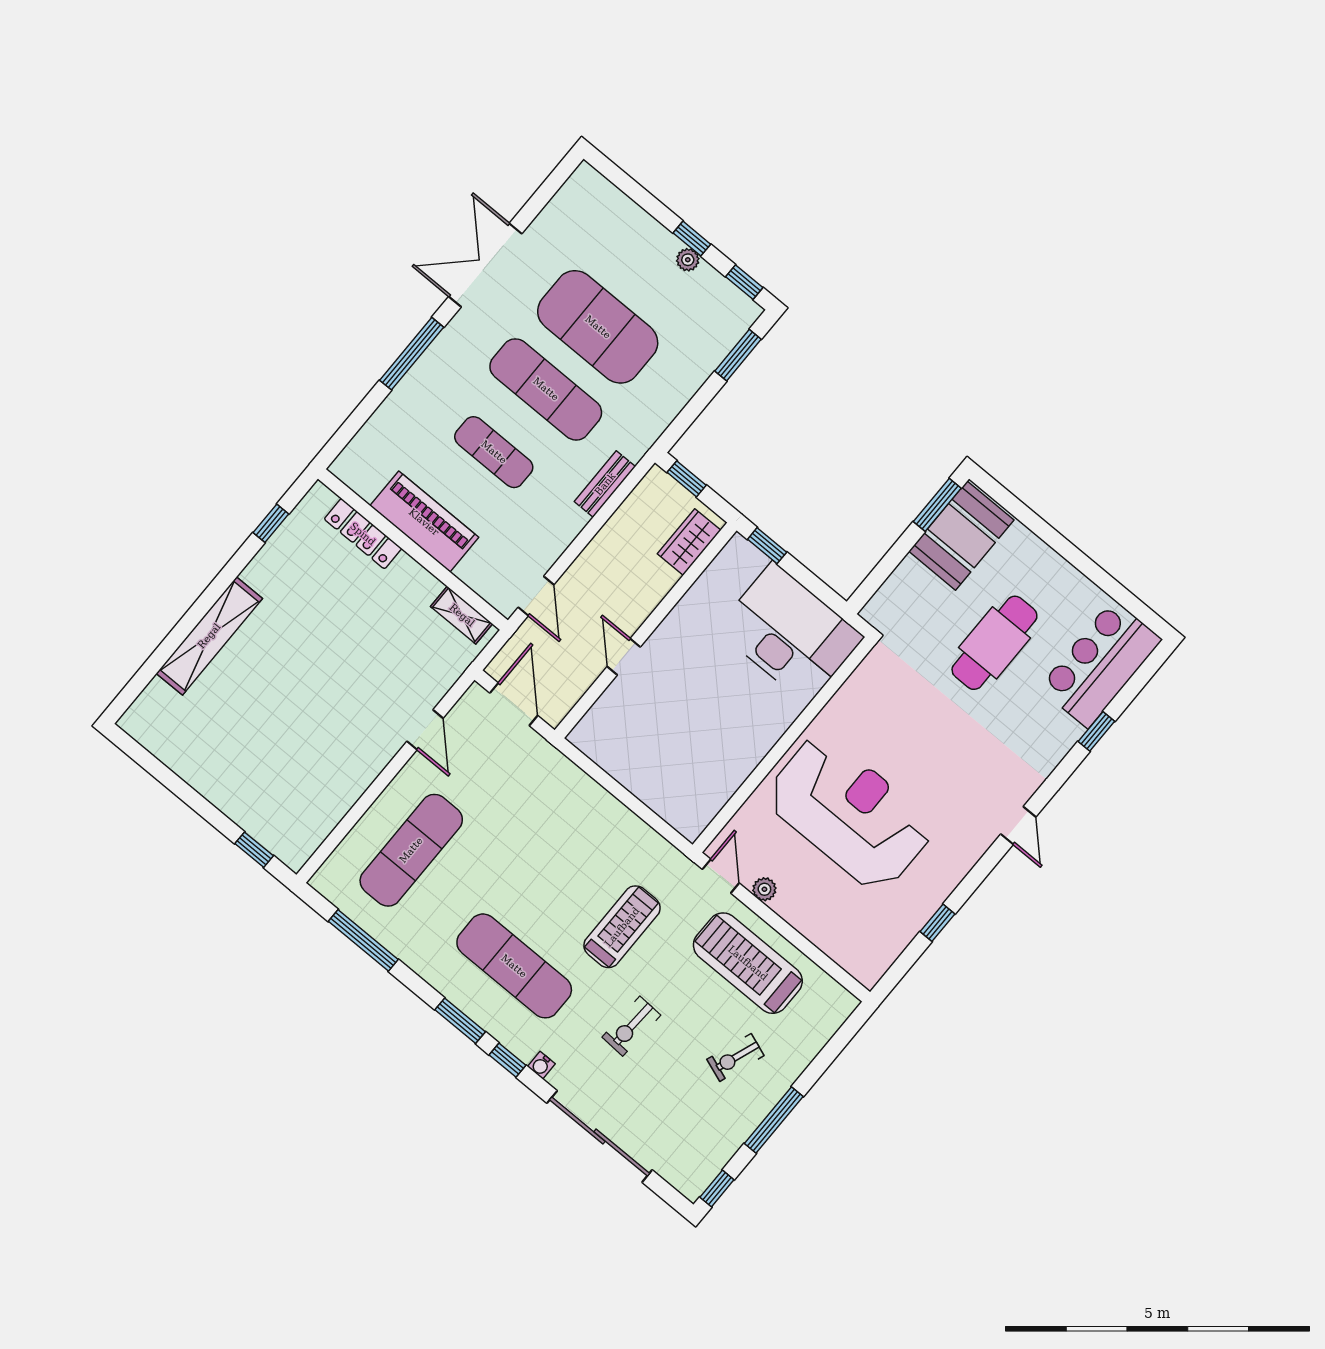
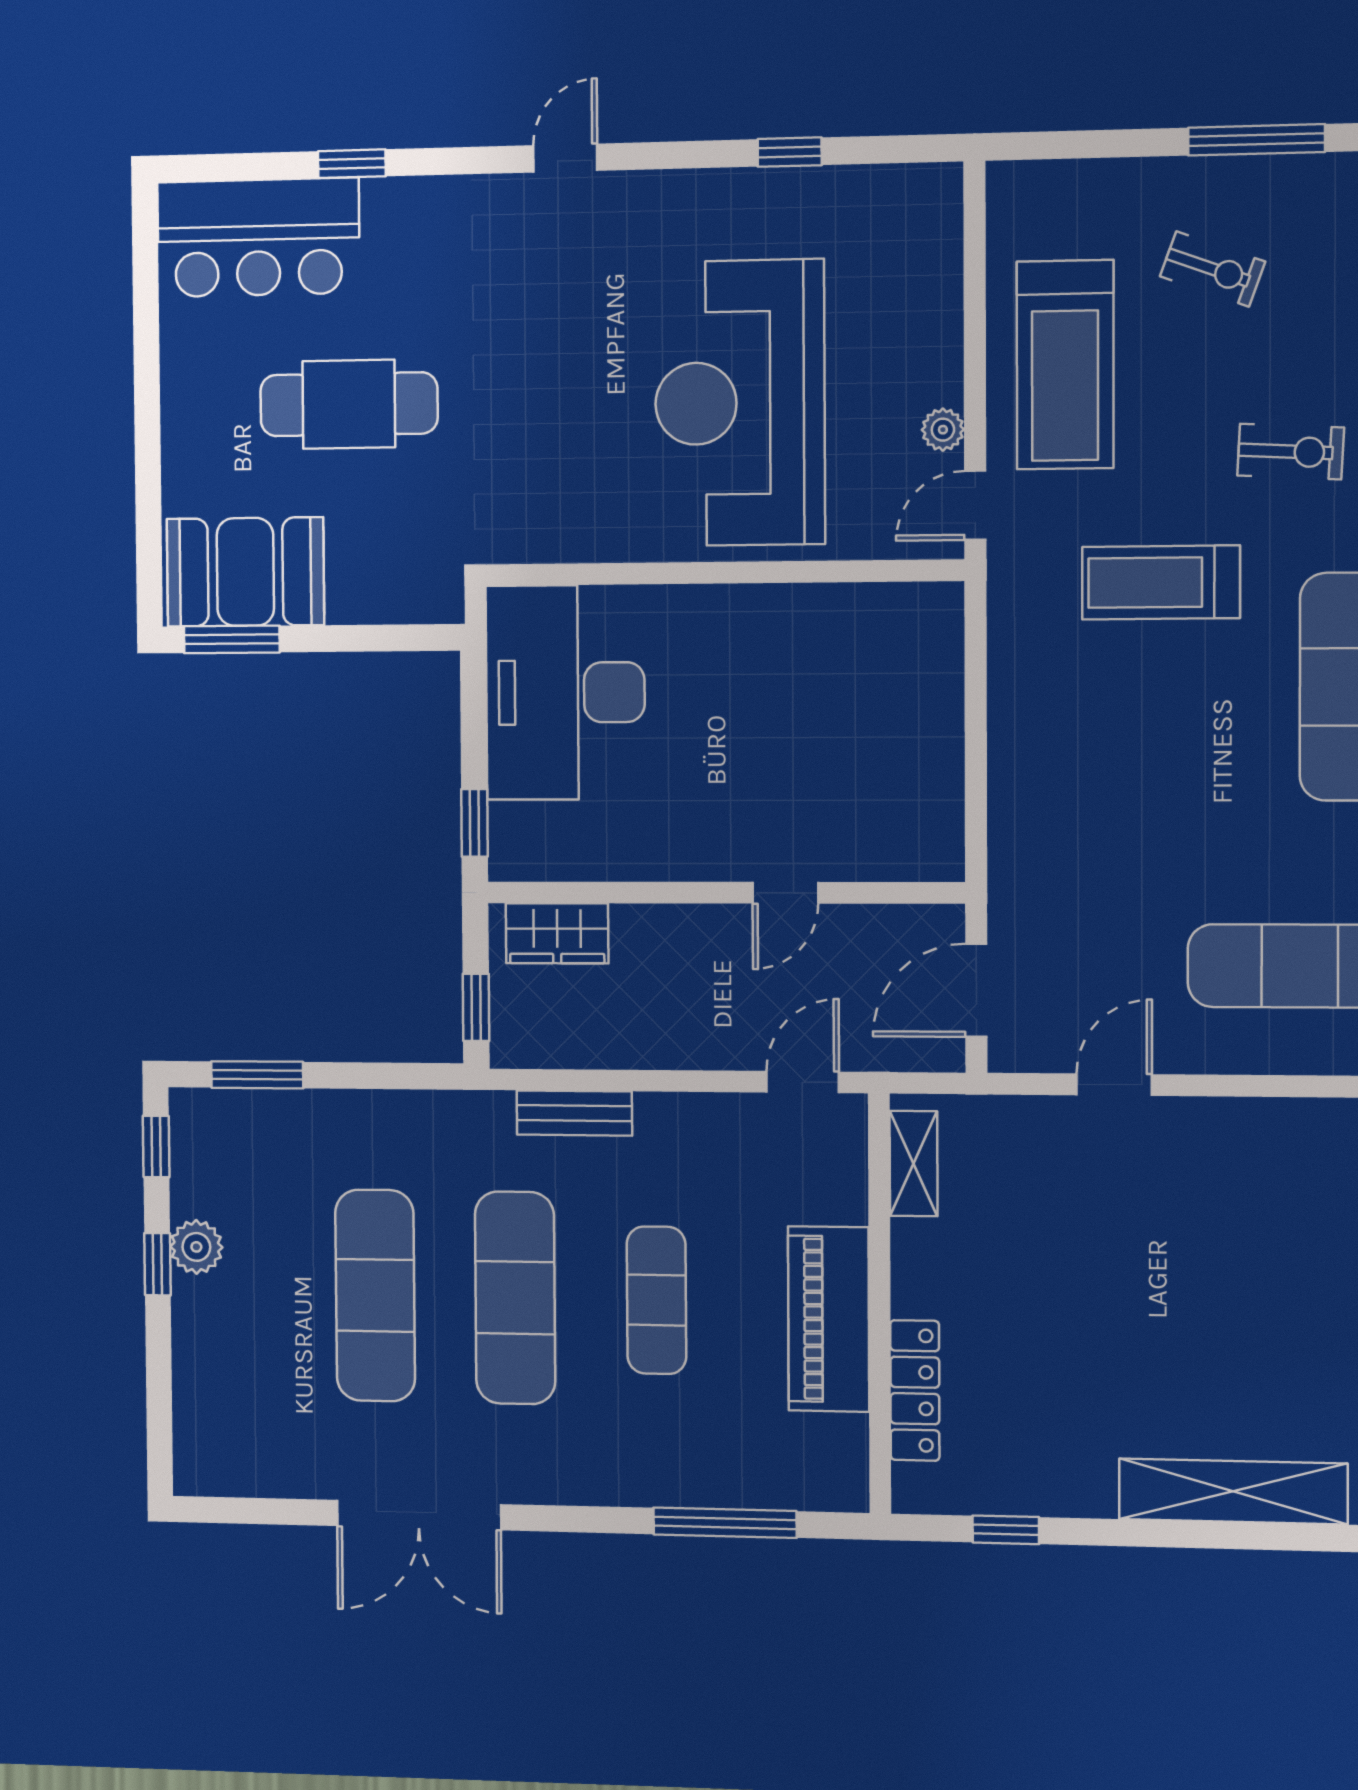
plant: (688, 260) -> (196, 1247), width x1.38, depth x1.38
exercise mat: (598, 327) -> (375, 1296), width x0.68
window: (412, 354) -> (725, 1523), moved

